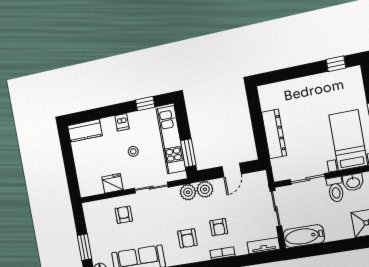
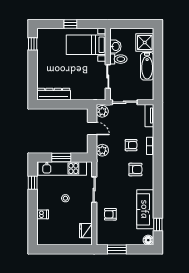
dishwasher: (122, 122) -> (43, 214), moved
kitchen counter: (85, 131) -> (43, 232), removed
dresser: (274, 134) -> (54, 94), moved
window: (188, 153) -> (61, 158), moved
fridge: (112, 183) -> (86, 231), moved
plant: (188, 192) -> (102, 111), moved
bathtub: (304, 236) -> (147, 66), moved
window: (85, 247) -> (117, 249), moved

